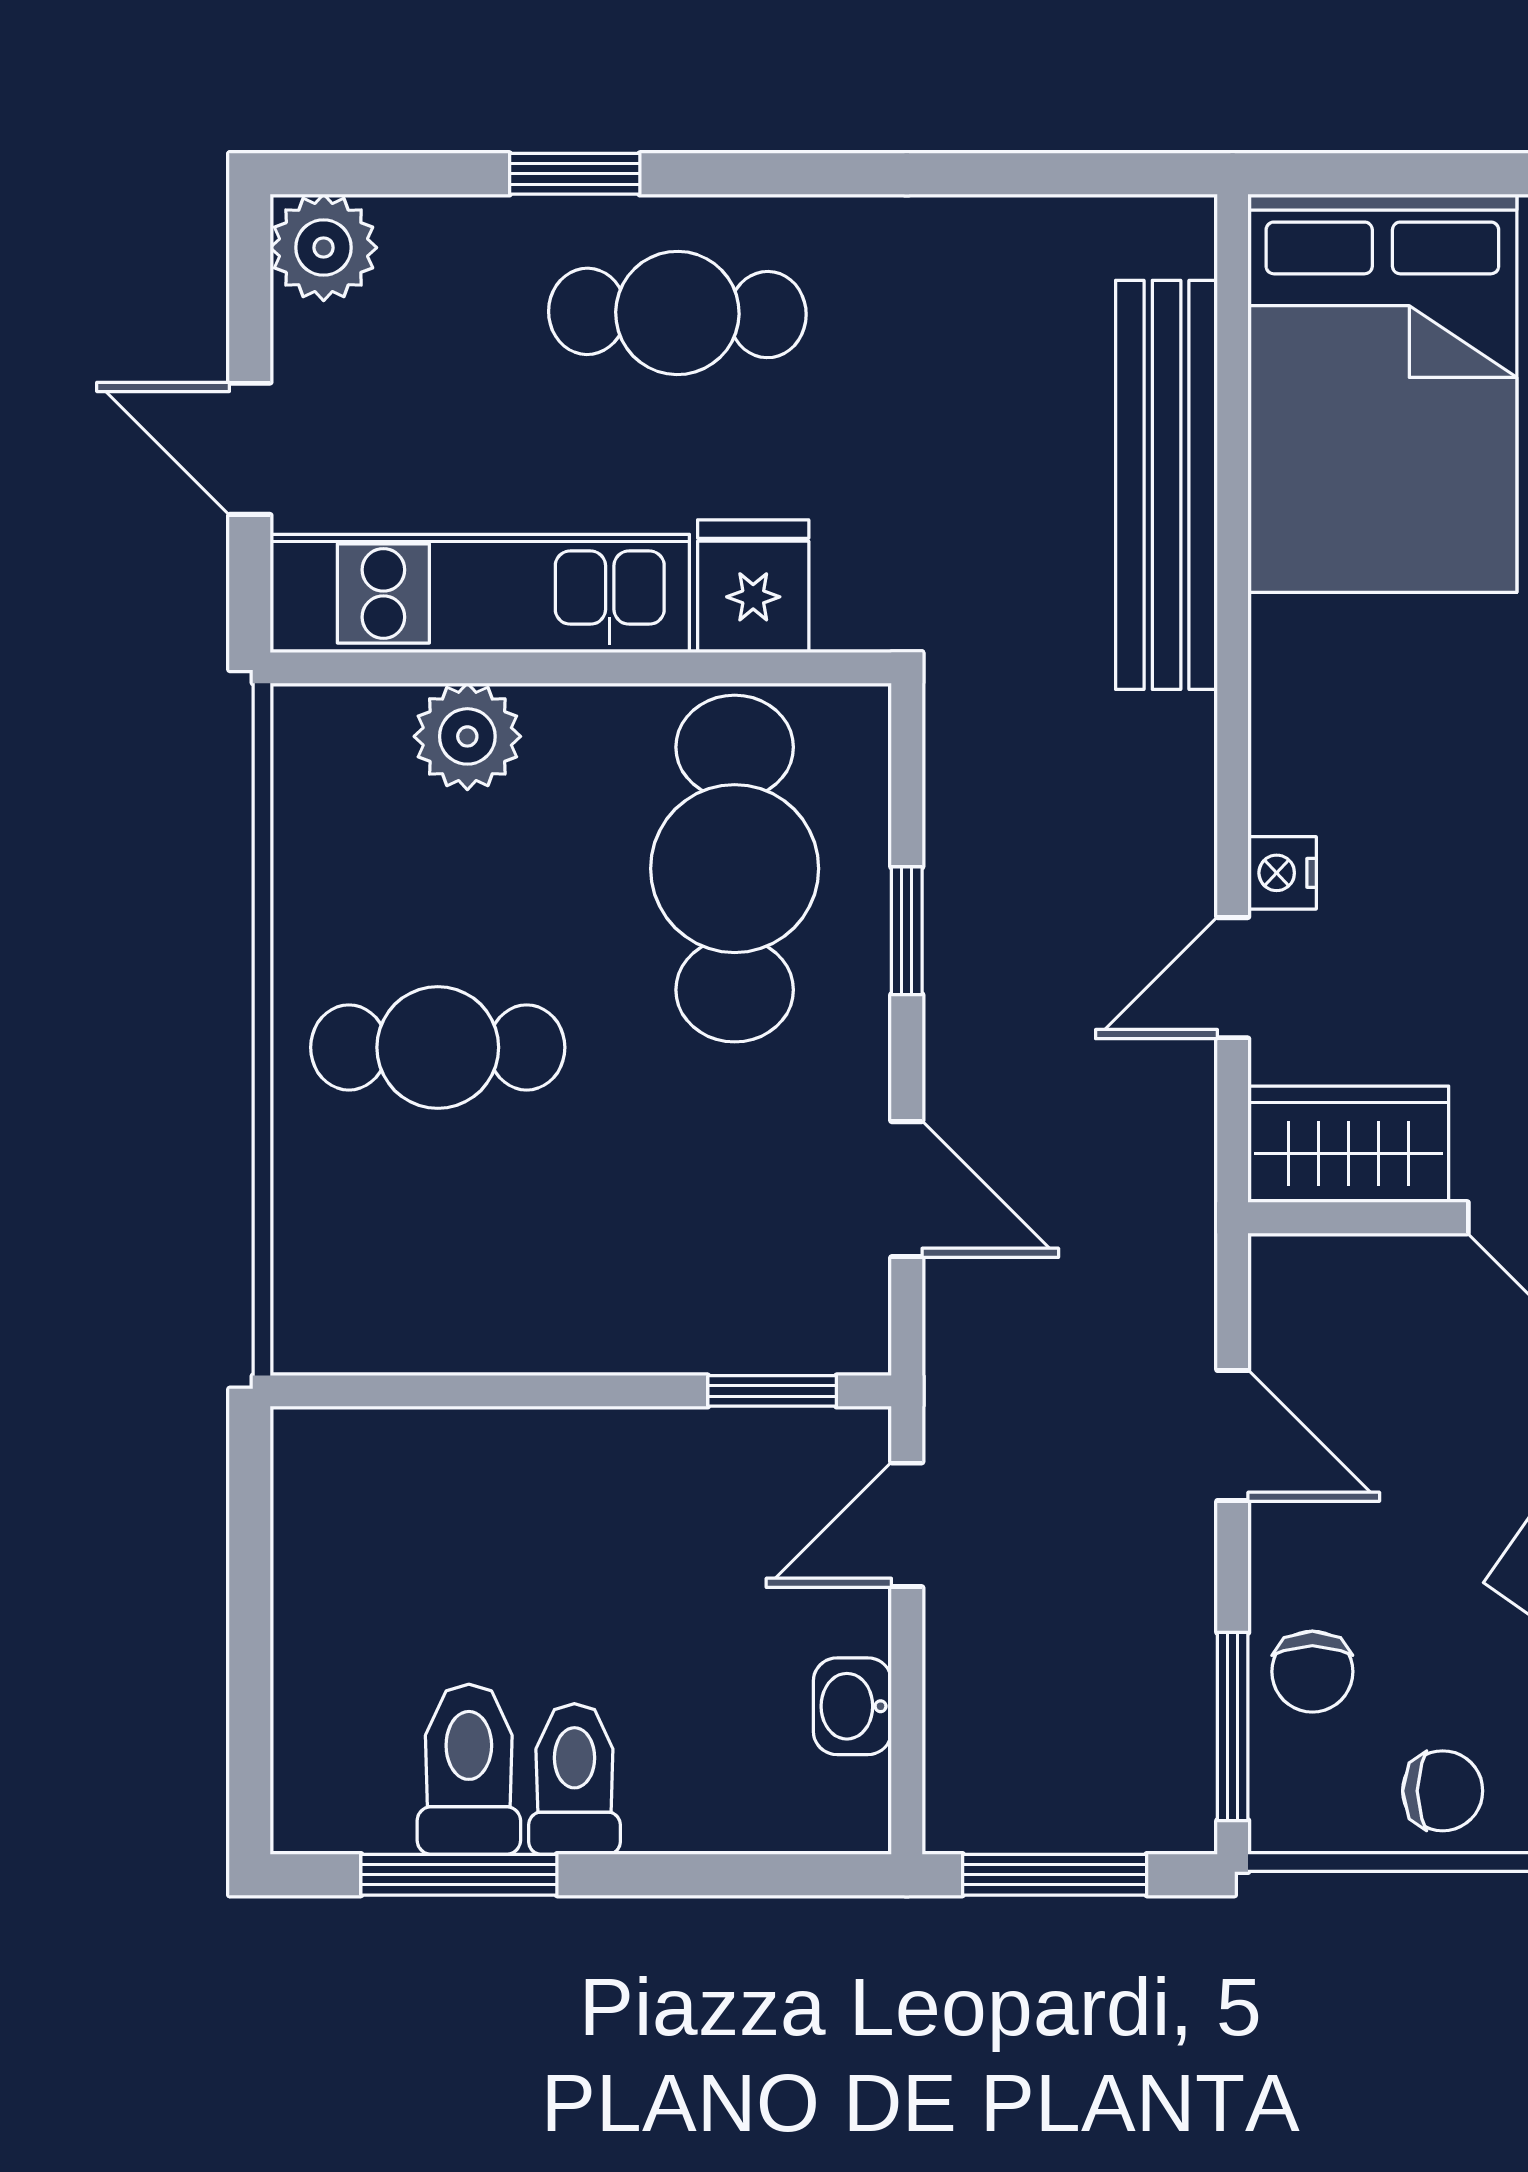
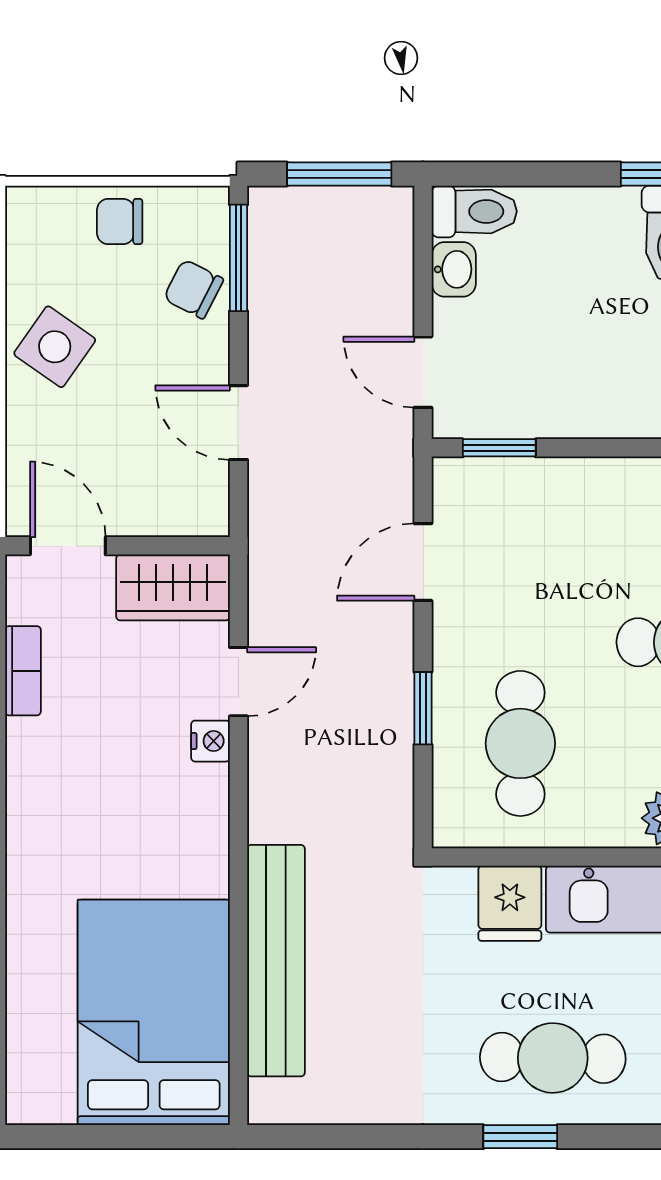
window: (575, 174) -> (520, 1137), moved
cafe table: (735, 869) -> (520, 743), width x0.73, depth x0.74
door: (907, 1189) -> (423, 562), hinge flipped
door: (907, 1525) -> (423, 372), swing flipped
chair: (1312, 1672) -> (193, 289), turned -63
toilet: (574, 1779) -> (474, 211), moved, turned -90

